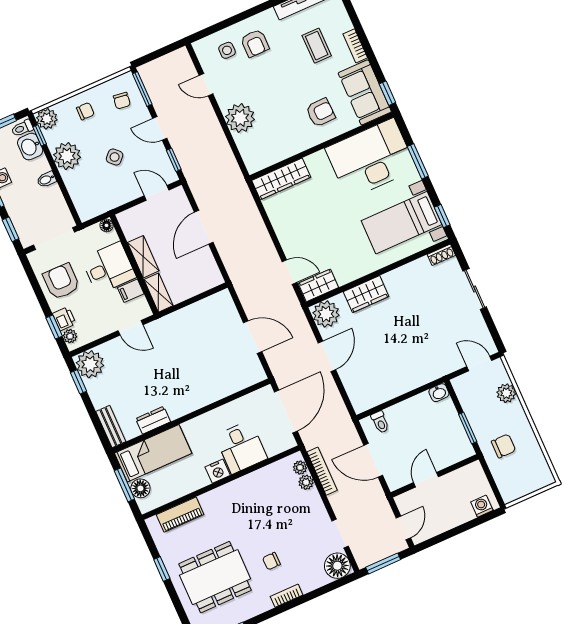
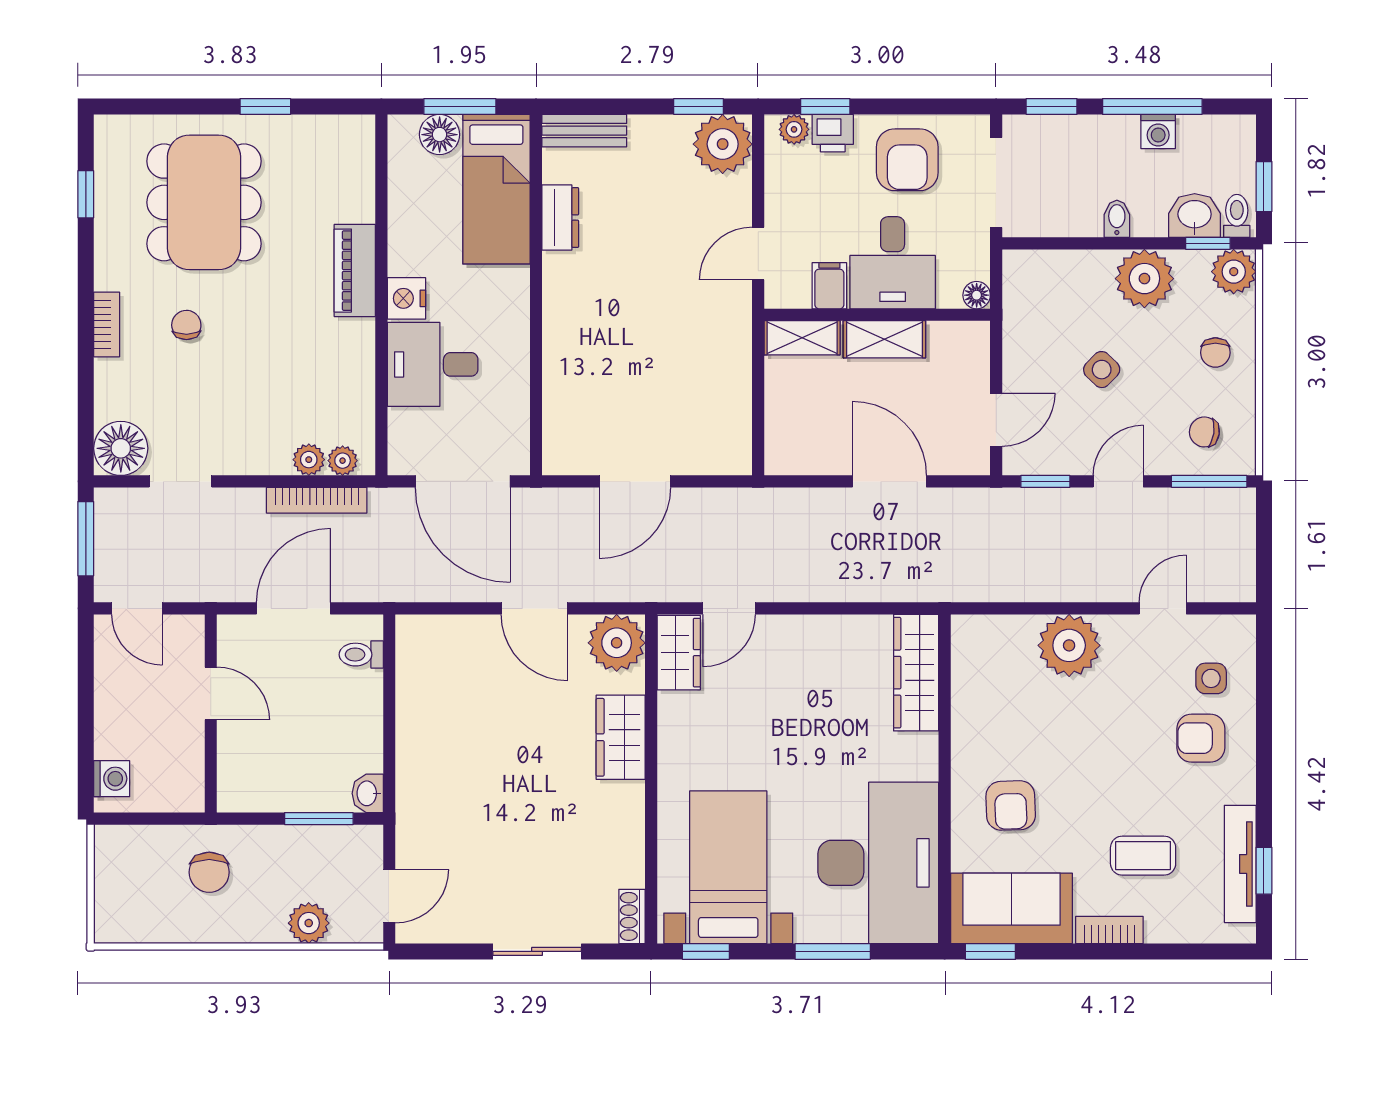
armchair: (61, 281) -> (907, 160), turned 90
window: (468, 428) -> (319, 819), moved
piano: (180, 515) -> (355, 271), moved

